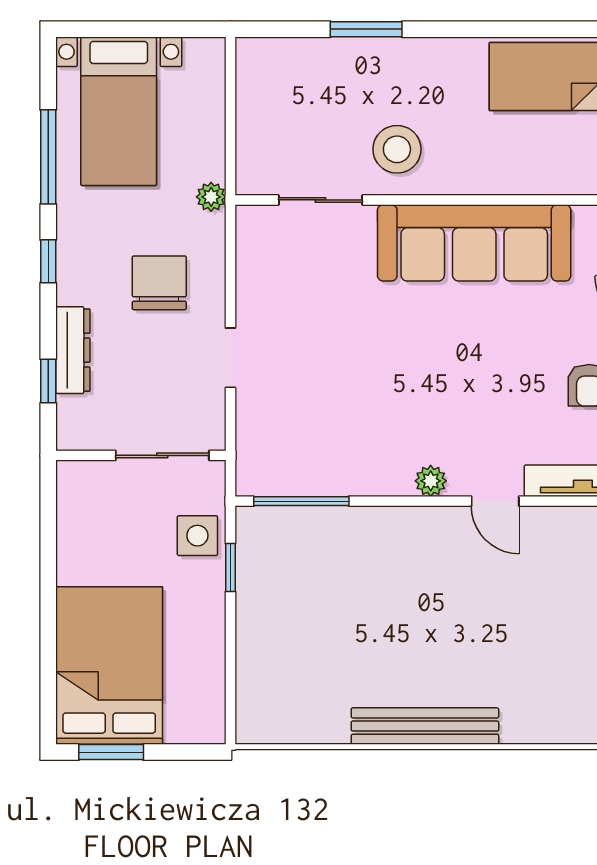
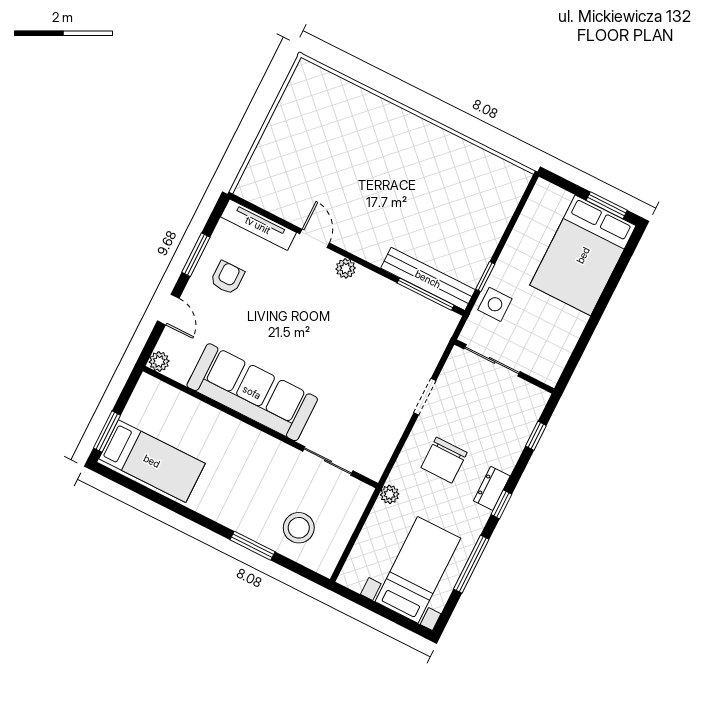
stool: (397, 149) -> (299, 528), moved
dresser: (73, 350) -> (492, 488), moved, width x0.70
bench: (425, 726) -> (428, 279), moved

